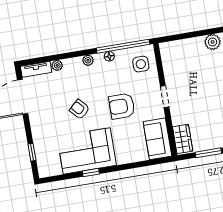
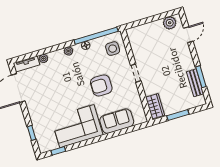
armchair: (79, 109) -> (67, 92), removed
sofa: (157, 139) -> (117, 121), moved, turned 90
window: (91, 172) -> (58, 151), moved

